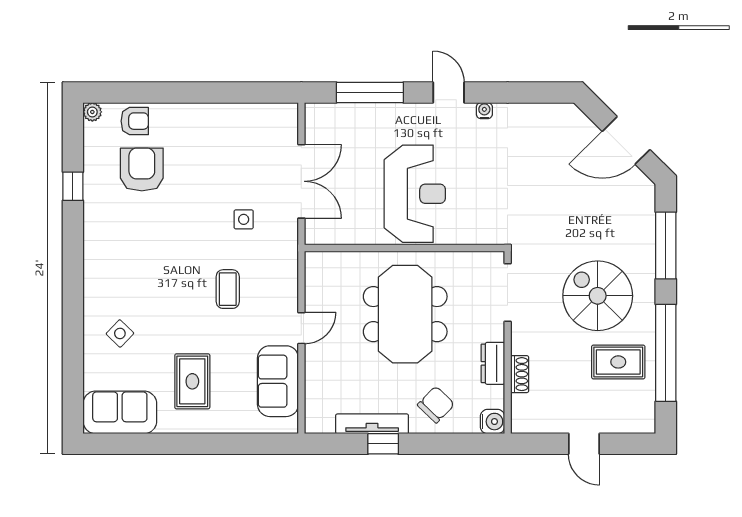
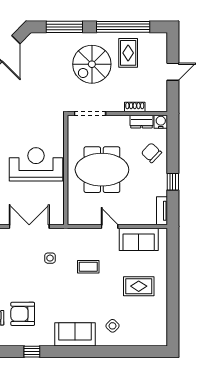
dresser: (493, 363) -> (141, 122), moved
sofa: (120, 412) -> (75, 334), moved, turned 90
tv unit: (372, 424) -> (162, 211), moved, width x0.71

